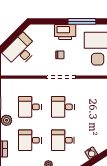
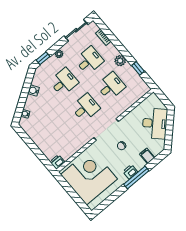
window: (82, 21) -> (136, 177), moved
filing cabinet: (47, 31) -> (147, 156), added
printer: (65, 32) -> (130, 172), width x0.53, depth x0.68

